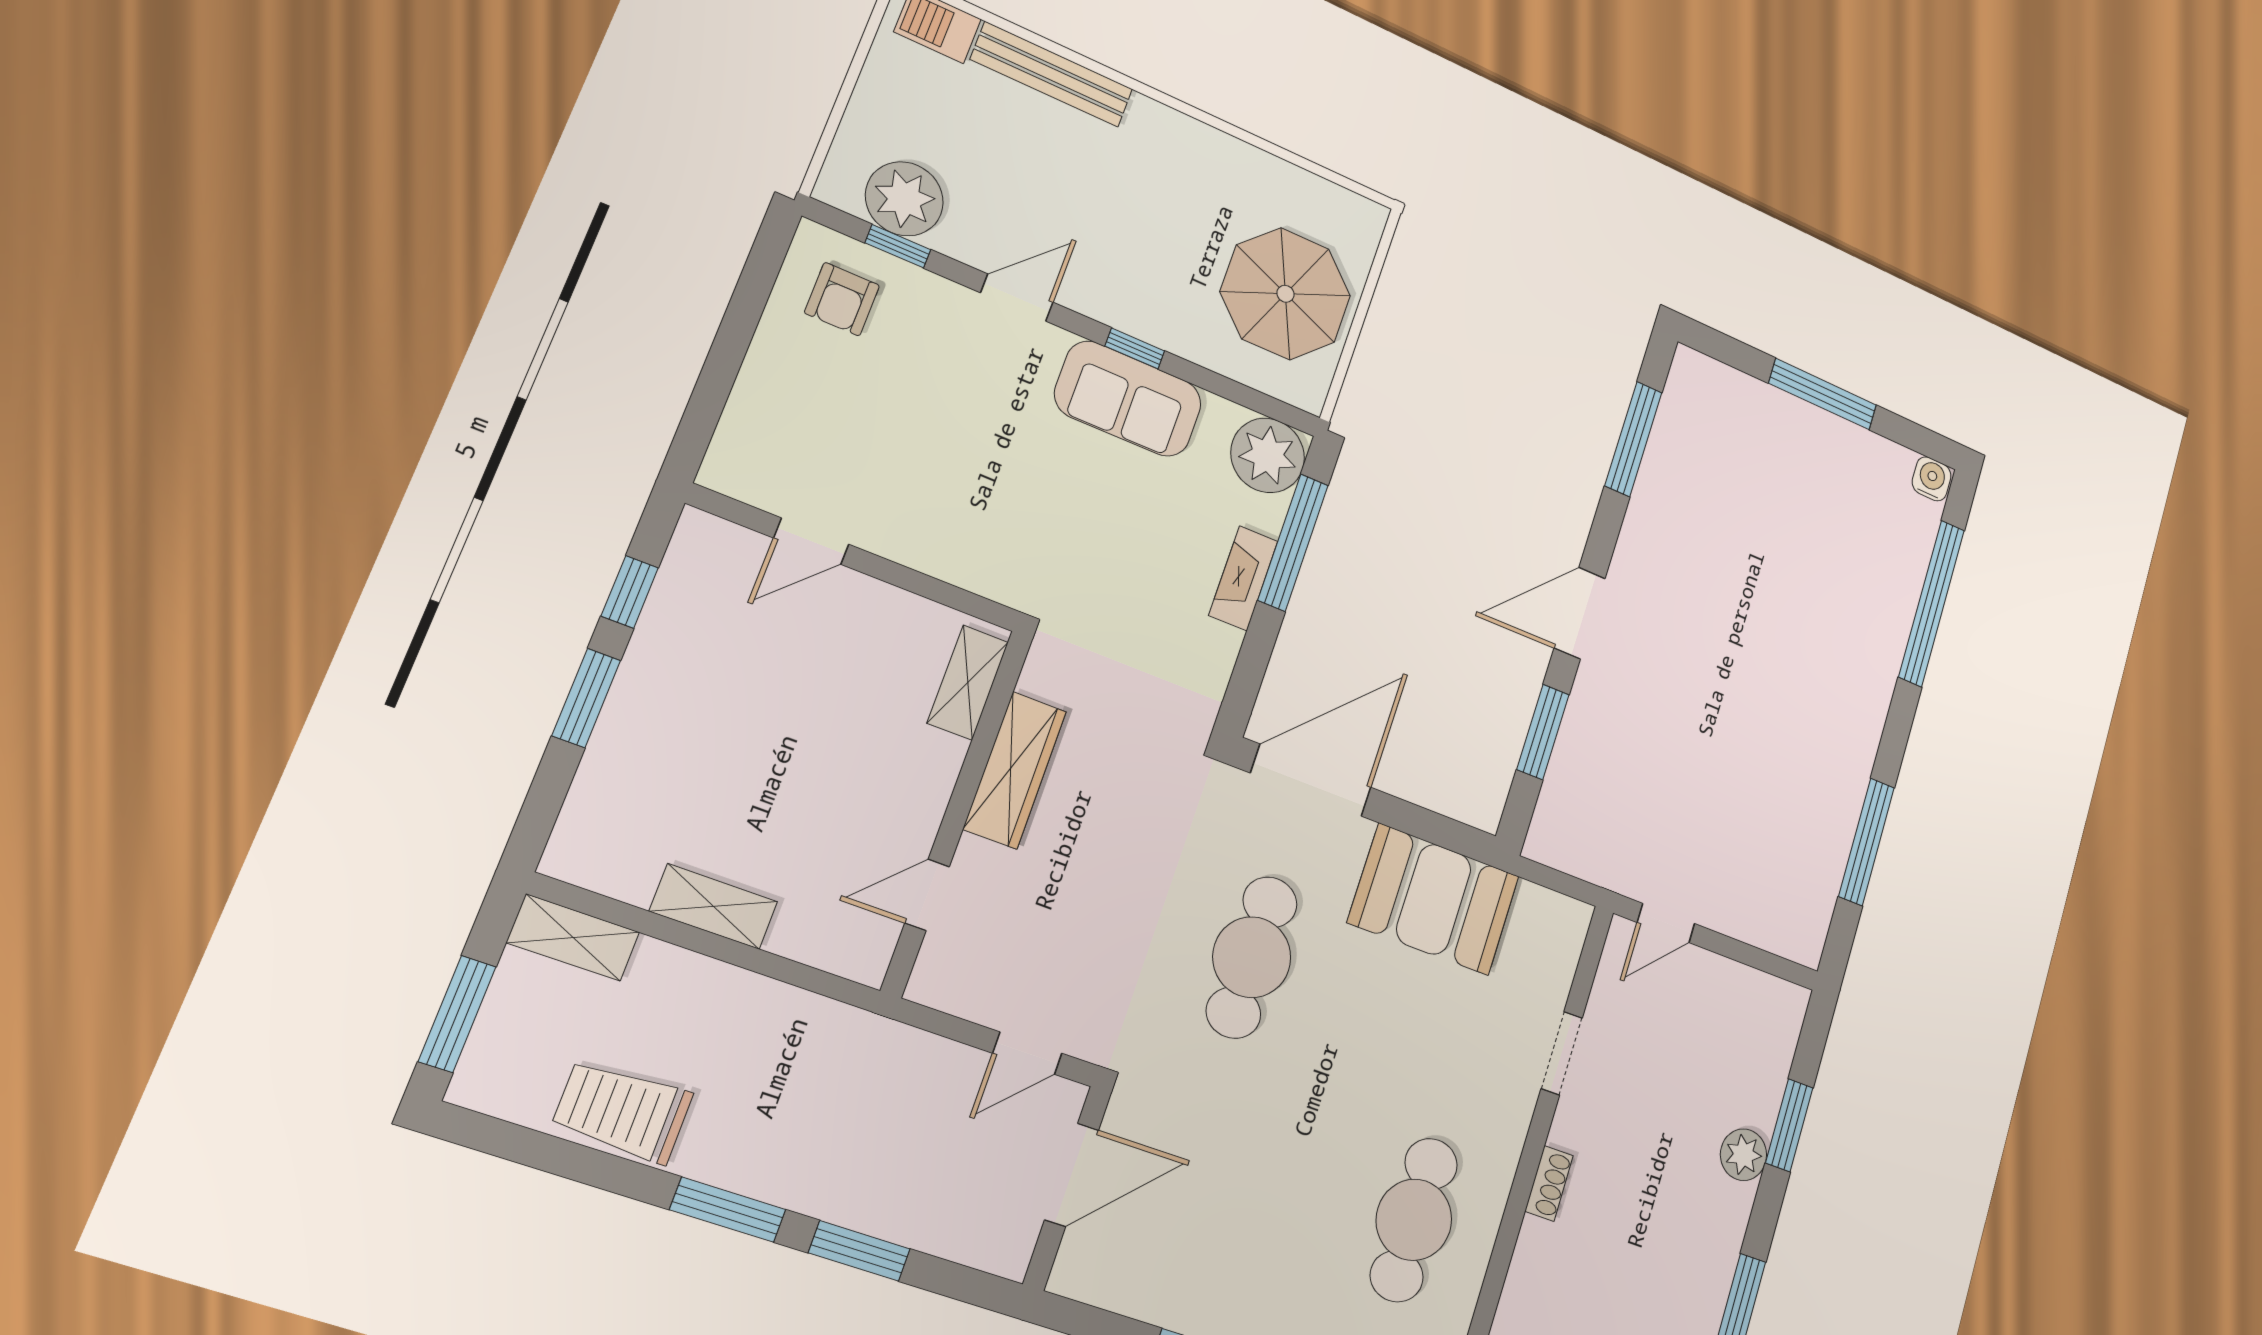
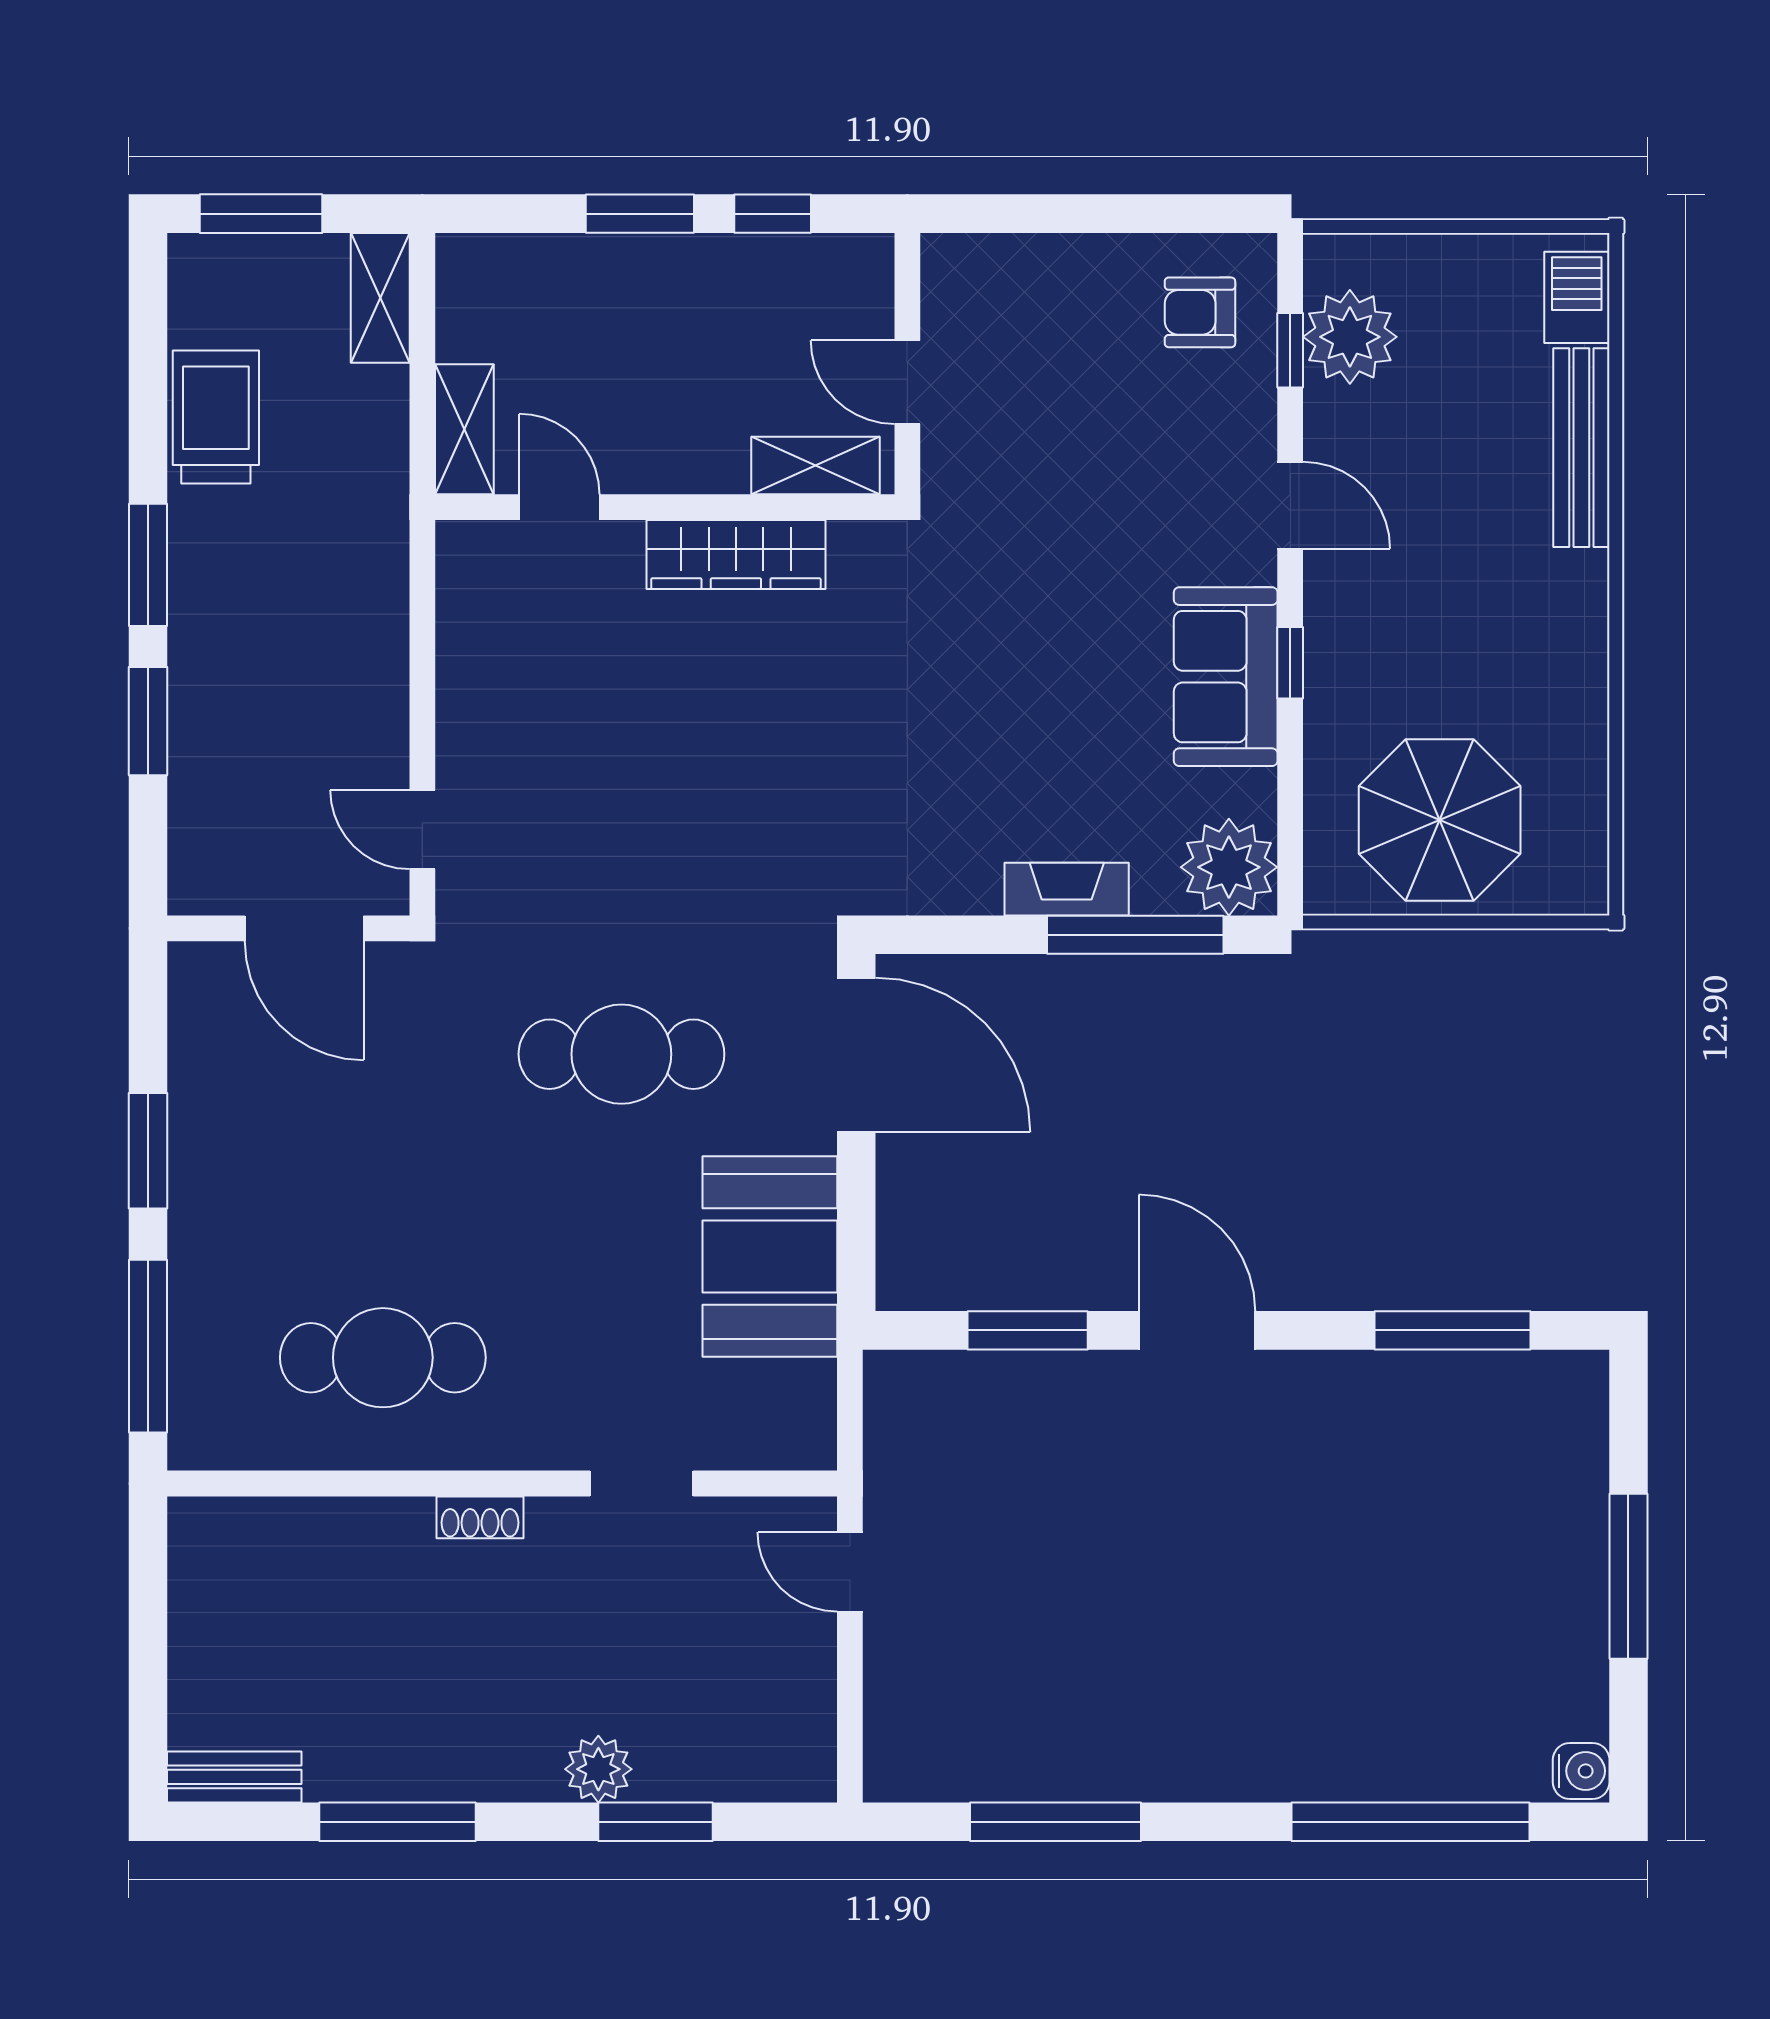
shelving: (968, 683) -> (816, 466), moved
wardrobe: (1015, 770) -> (736, 554), moved
wall: (958, 812) -> (665, 507), moved
door: (927, 895) -> (559, 507), moved

